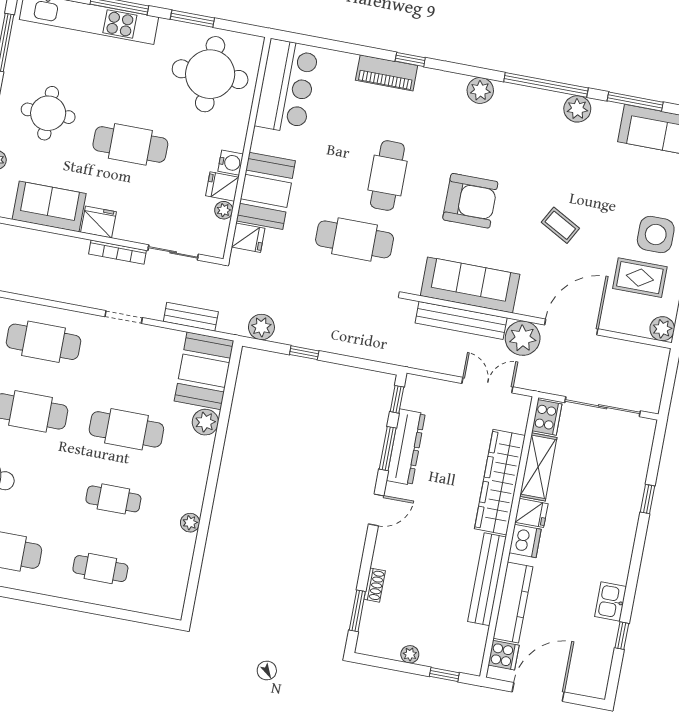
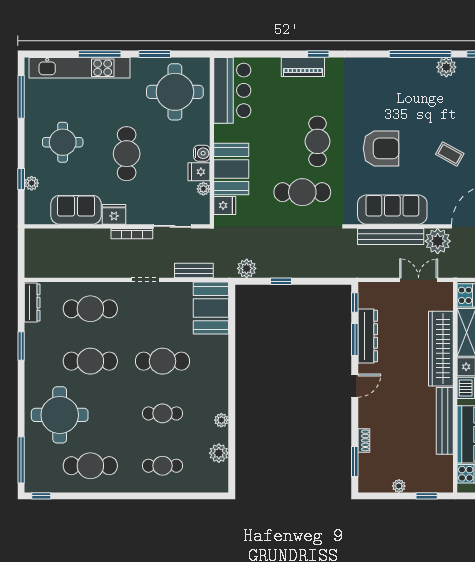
plant: (480, 90) -> (373, 67), removed
cafe table: (130, 144) -> (127, 154), turned 90
plant: (205, 422) -> (219, 453), moved

